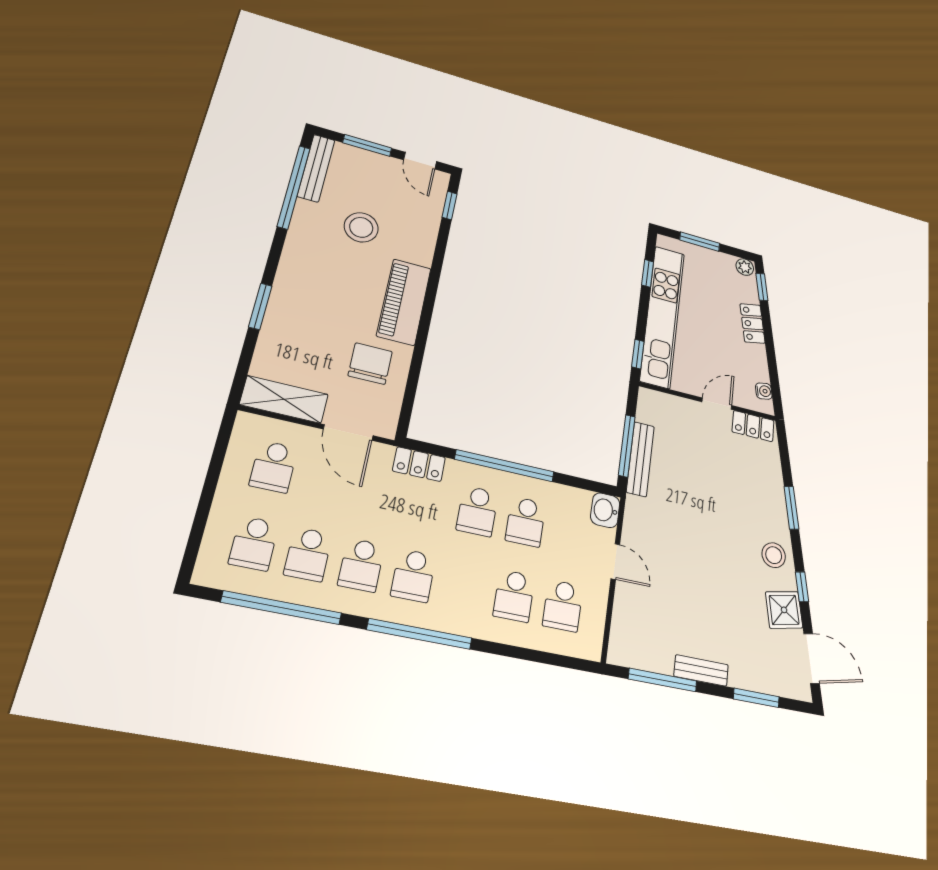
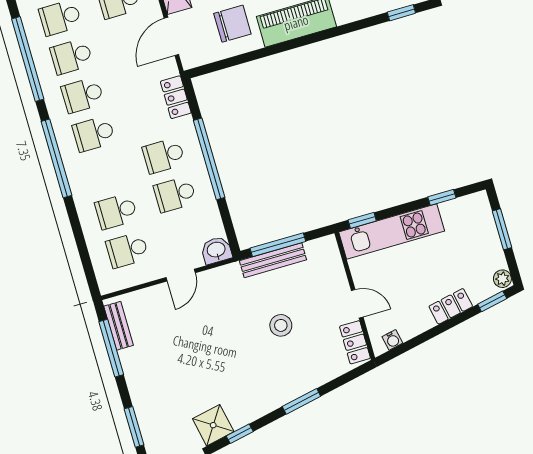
kitchen unit: (662, 316) -> (392, 231), width x0.73
stool: (774, 555) -> (281, 325), moved
bench: (701, 670) -> (119, 326), moved

